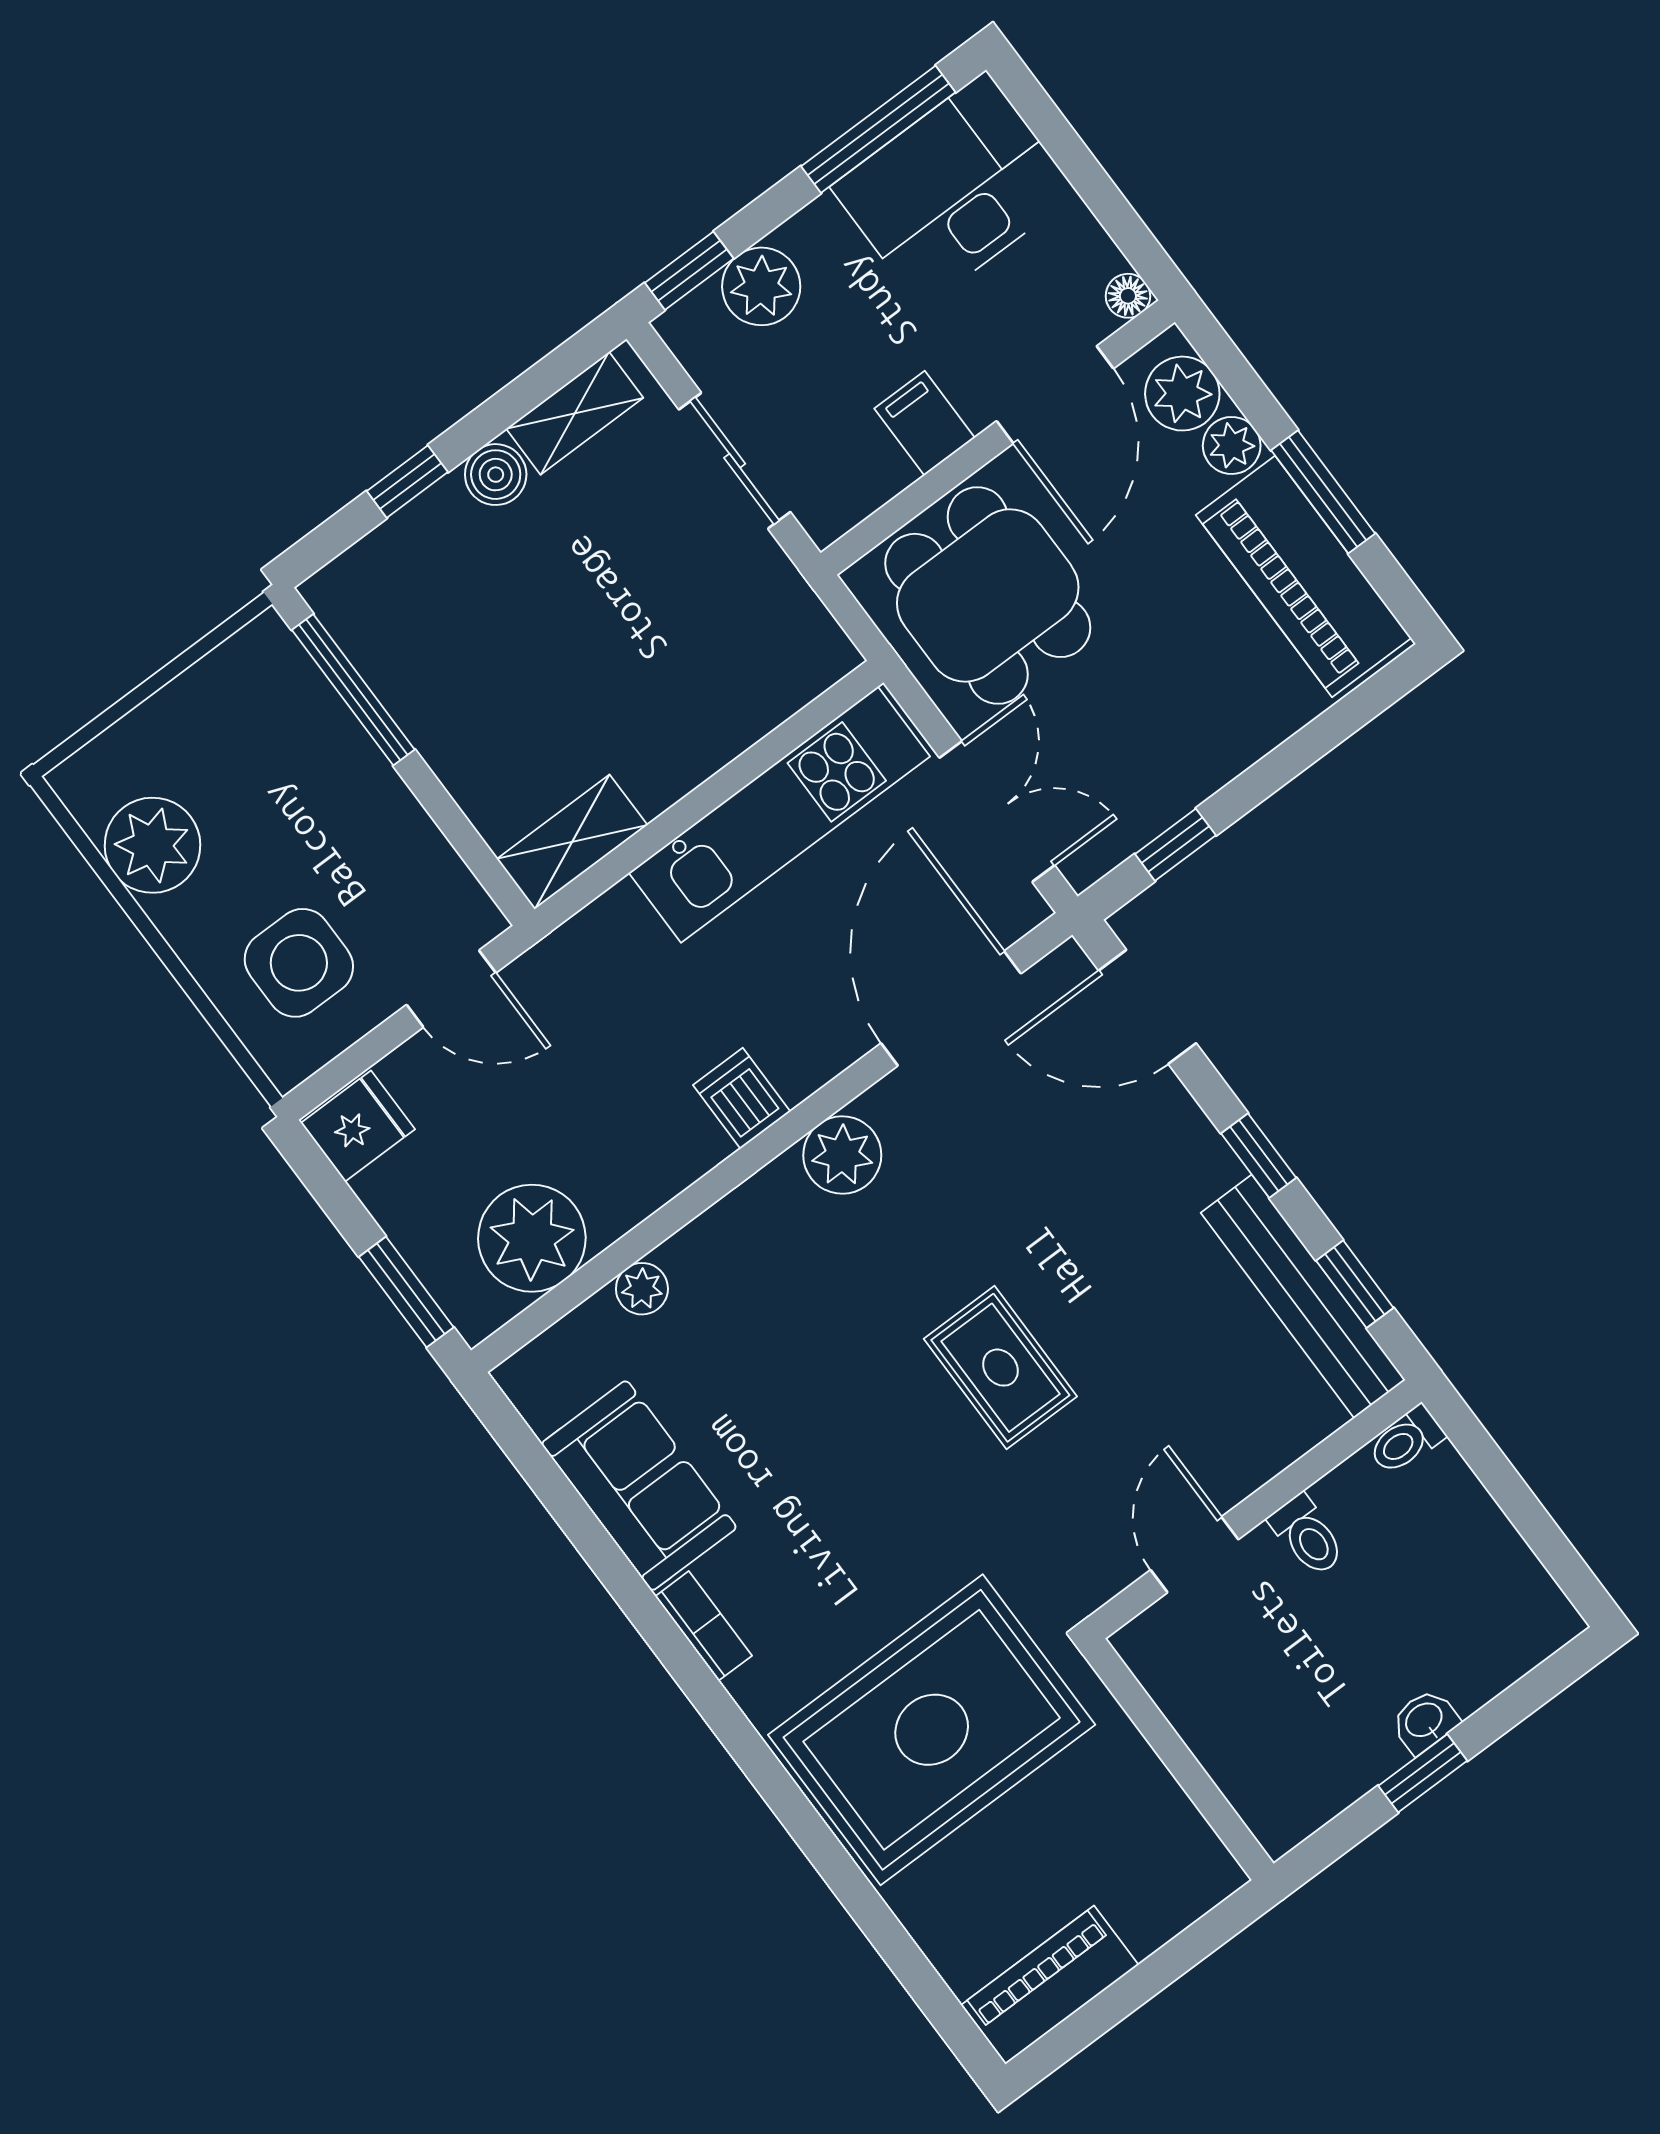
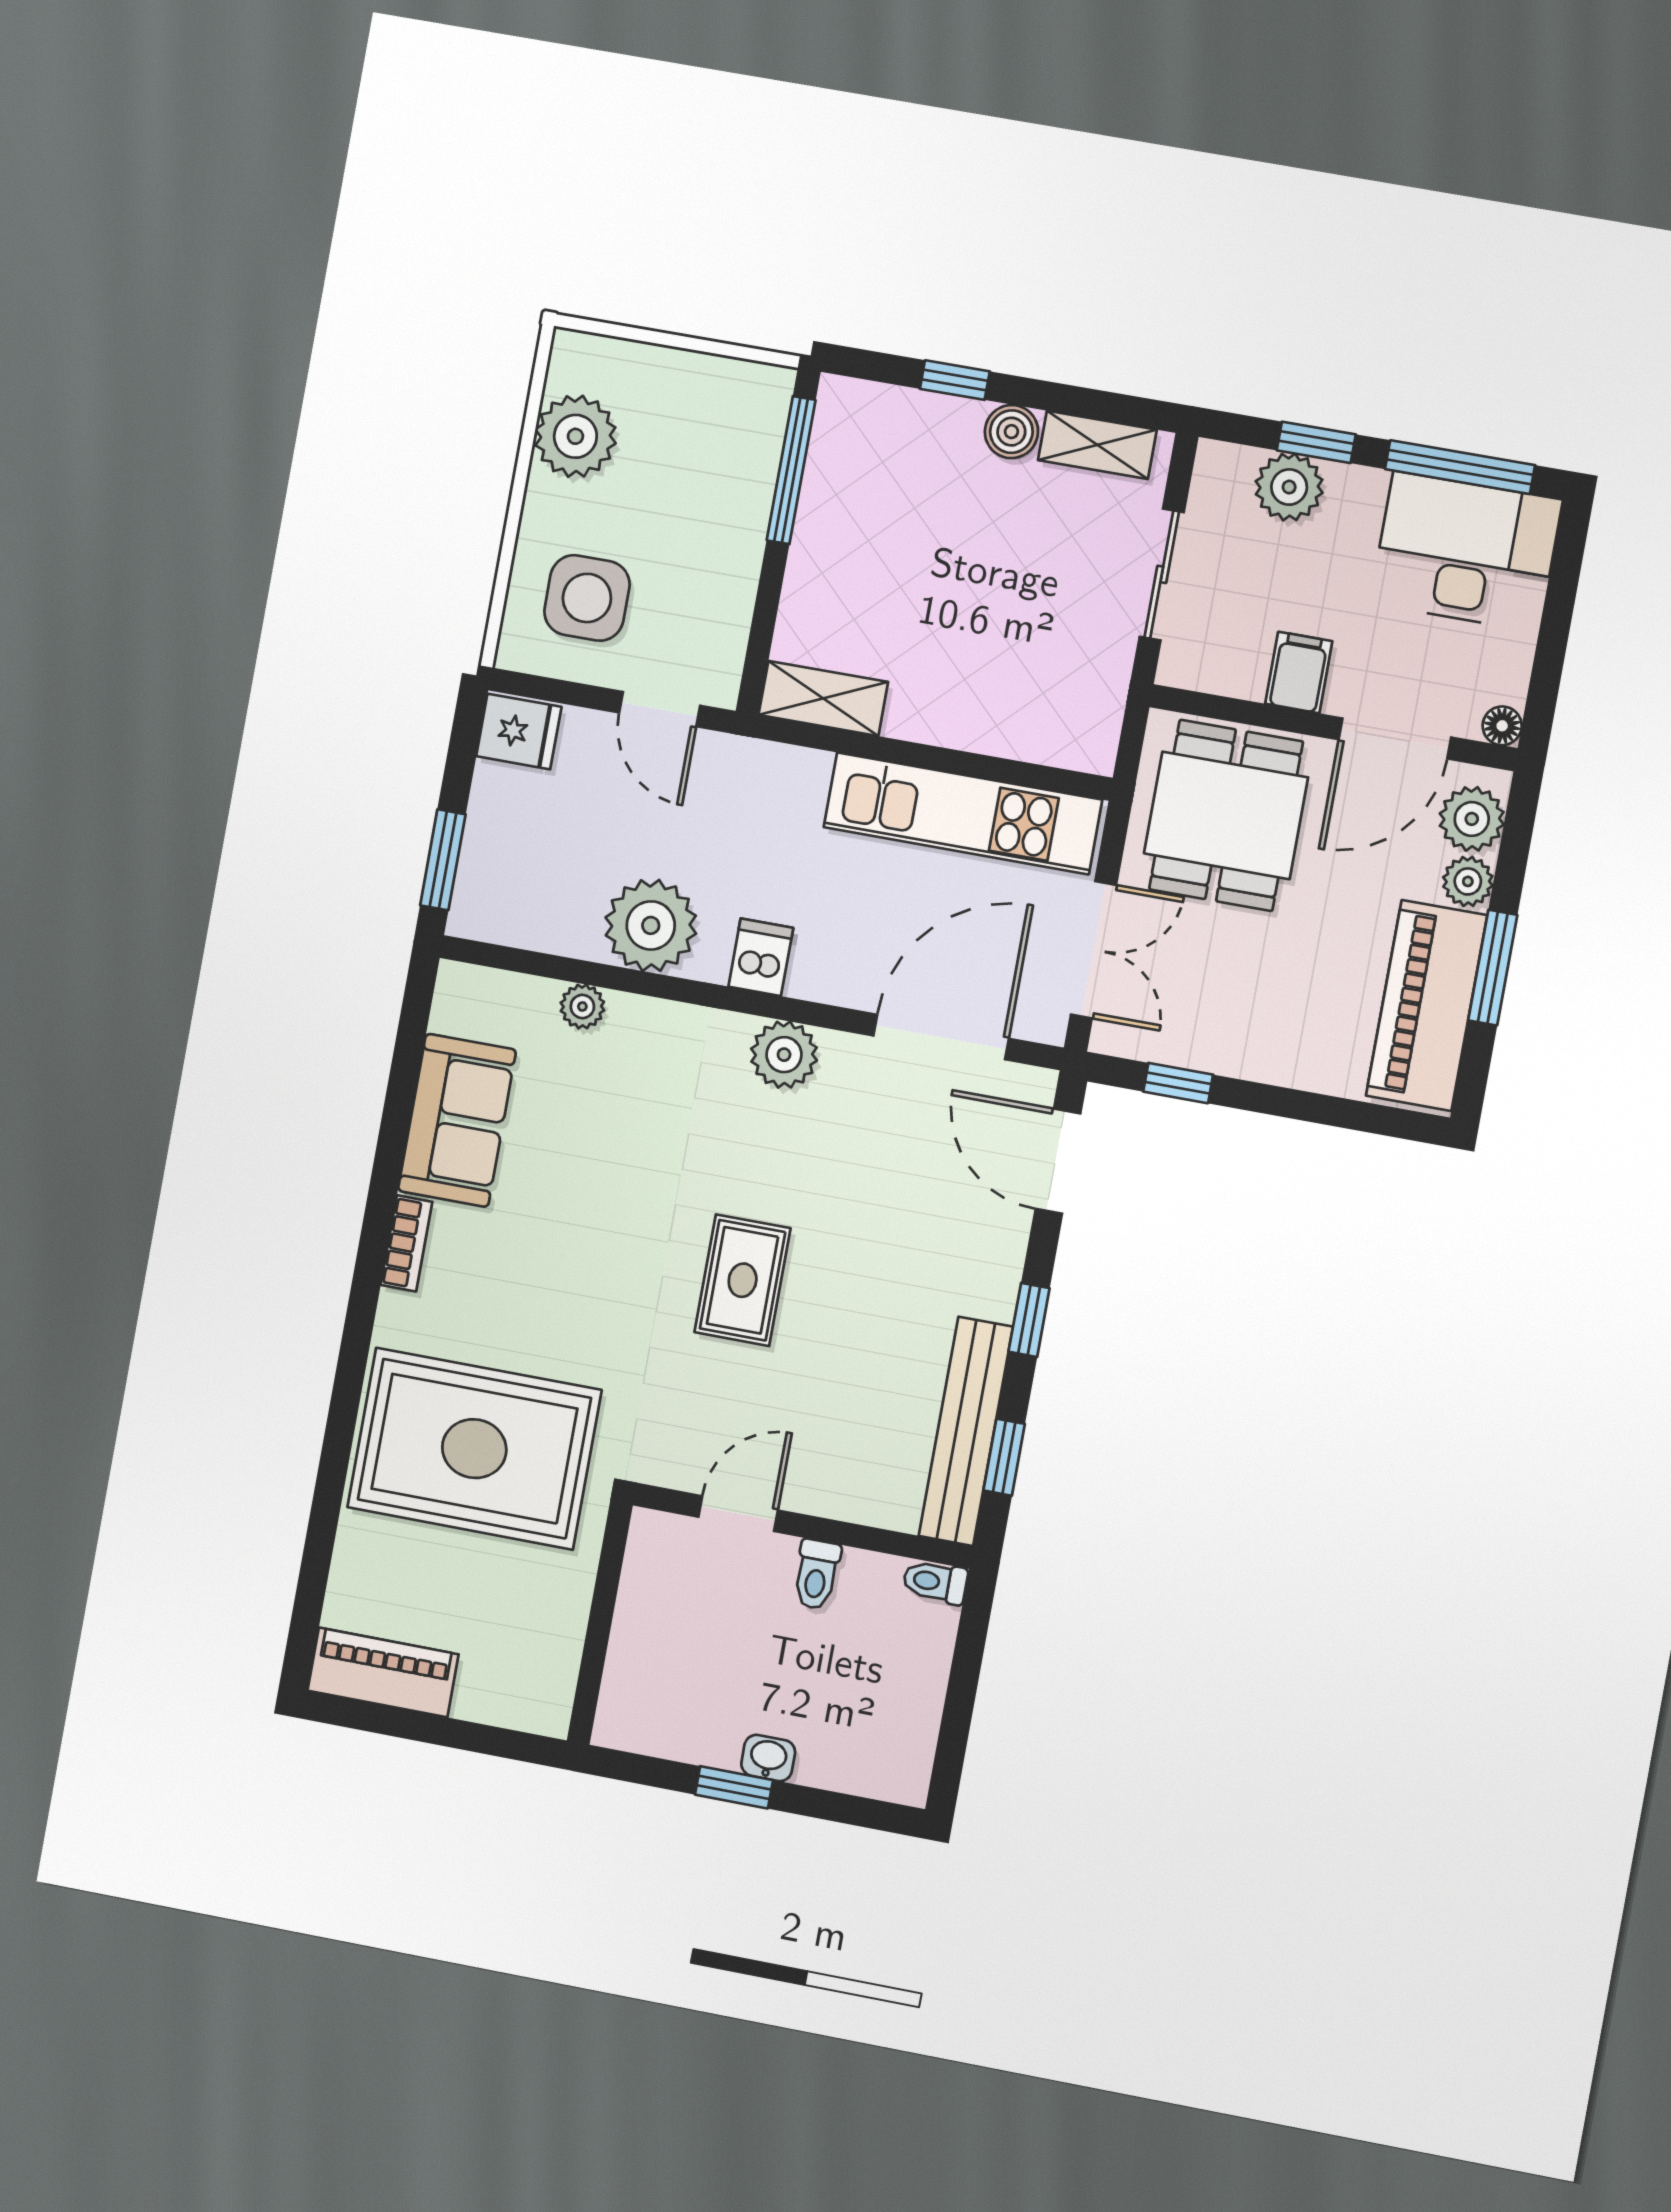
window: (689, 271) -> (1316, 442), moved
plant: (532, 1238) -> (651, 925), moved

